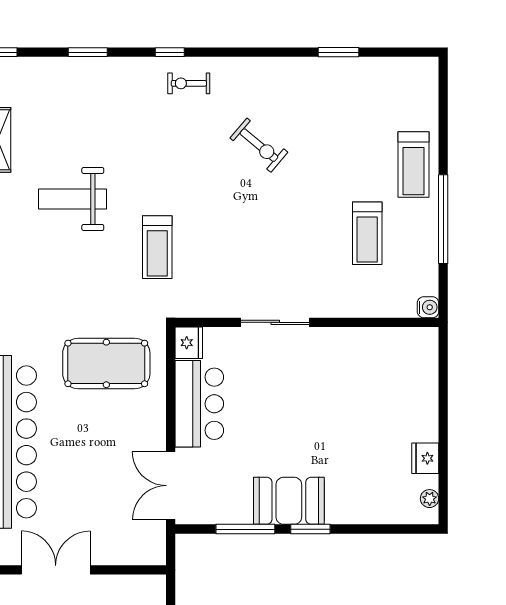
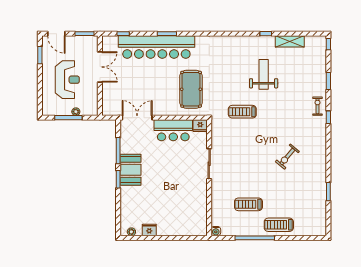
exercise bike: (189, 83) -> (317, 106), moved

